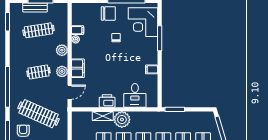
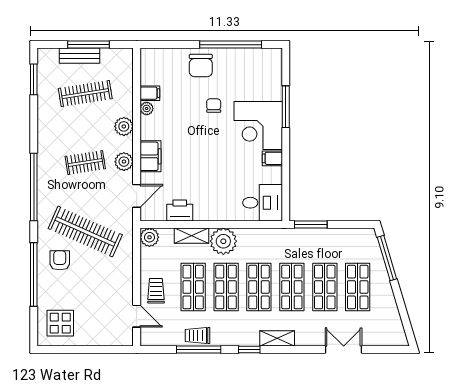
chair: (108, 13) -> (201, 66), turned 90
corner desk: (143, 22) -> (258, 125), moved
desk: (135, 95) -> (263, 203), moved, turned -90
printer: (107, 101) -> (180, 210), moved
plant: (77, 117) -> (149, 237), added

